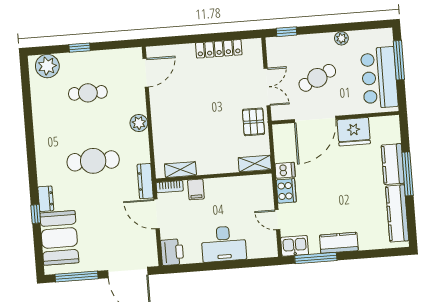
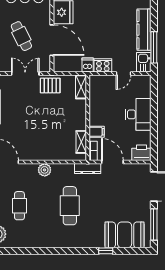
dresser: (46, 199) -> (95, 243), removed
door: (157, 214) -> (112, 162), swing flipped
kitchen counter: (339, 243) -> (144, 30), width x1.50

